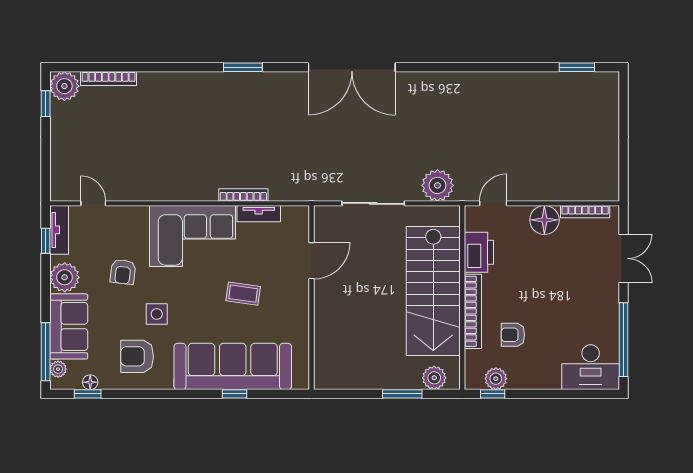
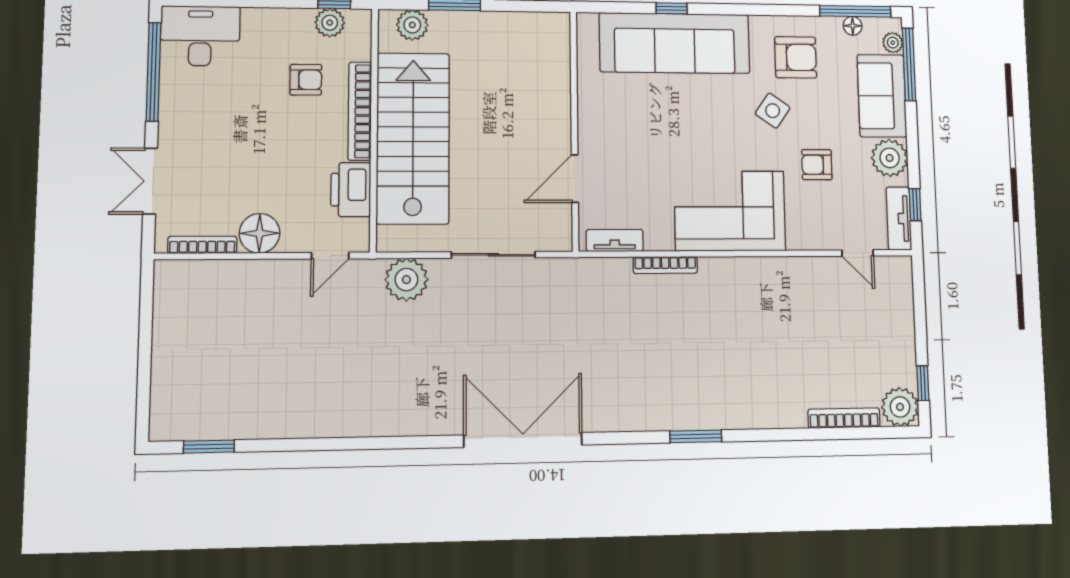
window: (243, 67) -> (696, 436), moved
tv unit: (259, 214) -> (615, 240), moved
armchair: (123, 272) -> (817, 165), turned -97
coffee table: (243, 294) -> (663, 136), removed
side table: (157, 314) -> (773, 111), turned 35
window: (88, 394) -> (855, 11), width x2.17

